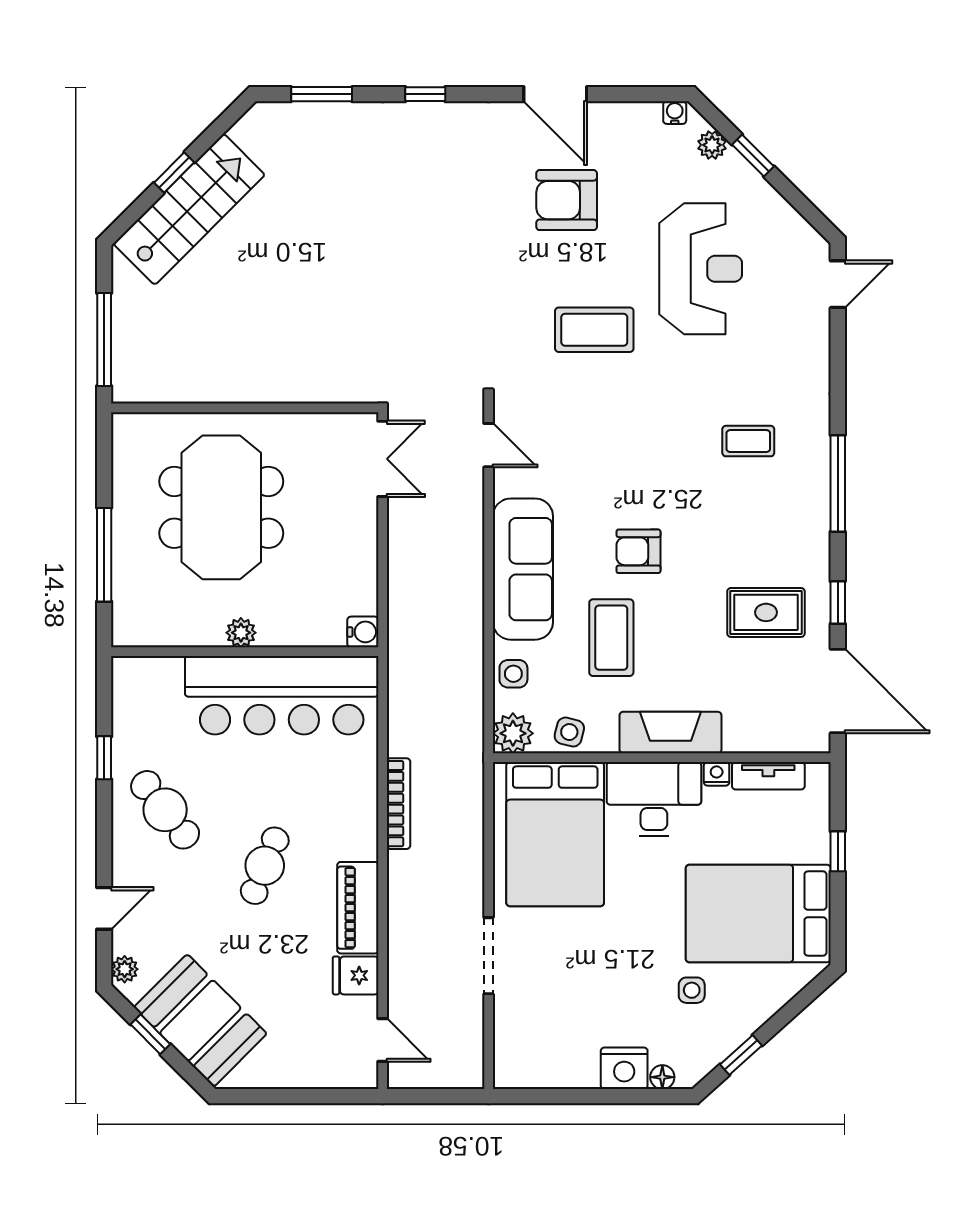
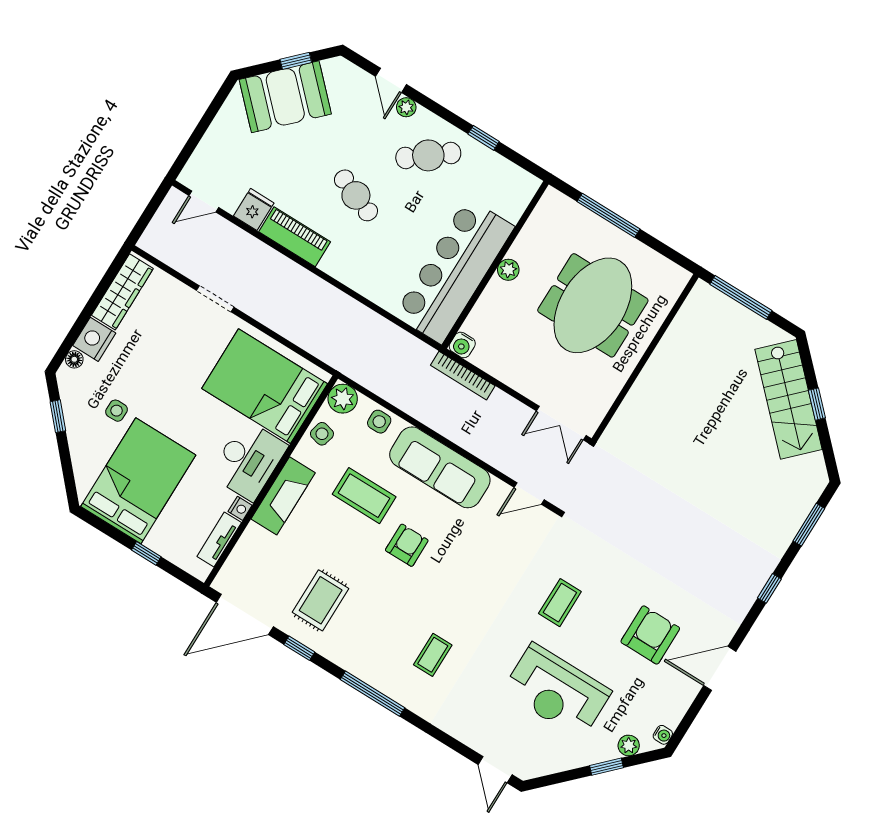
coffee table: (594, 330) -> (560, 603), width x0.73, depth x0.77
meeting table: (221, 507) -> (593, 305), turned 90
bookcase: (398, 804) -> (463, 376), moved
doorway: (489, 956) -> (215, 299), width x0.73
plant: (125, 969) -> (406, 107), moved
wardrobe: (548, 1070) -> (122, 292), added

